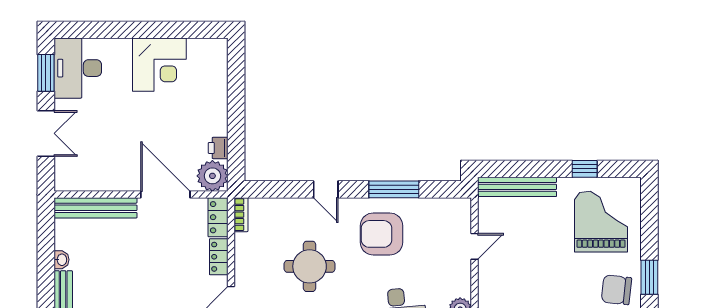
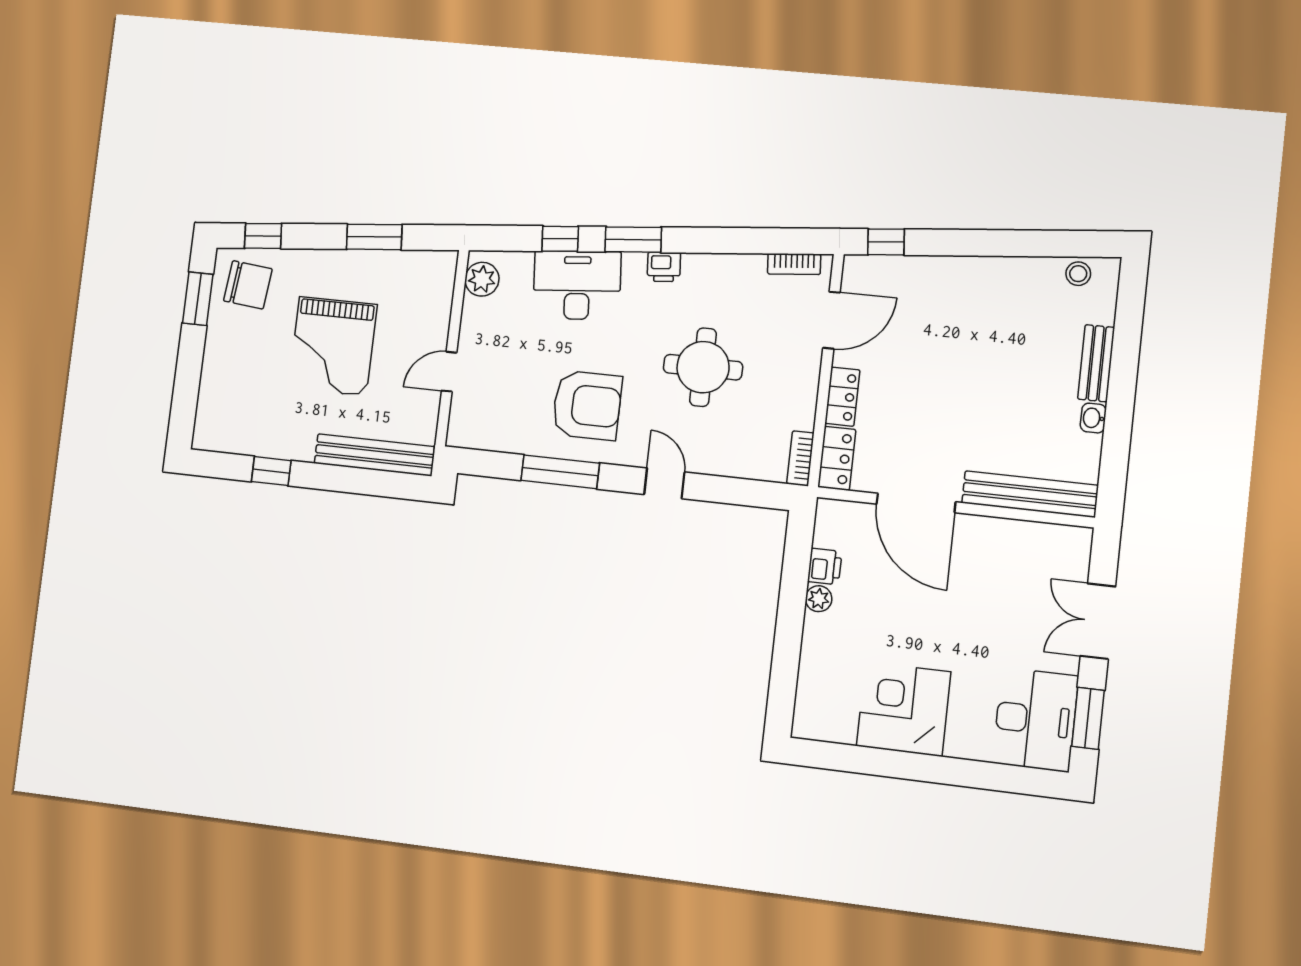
plant: (212, 176) -> (819, 599), moved, width x0.53, depth x0.53
grand piano: (601, 222) -> (333, 346), moved

